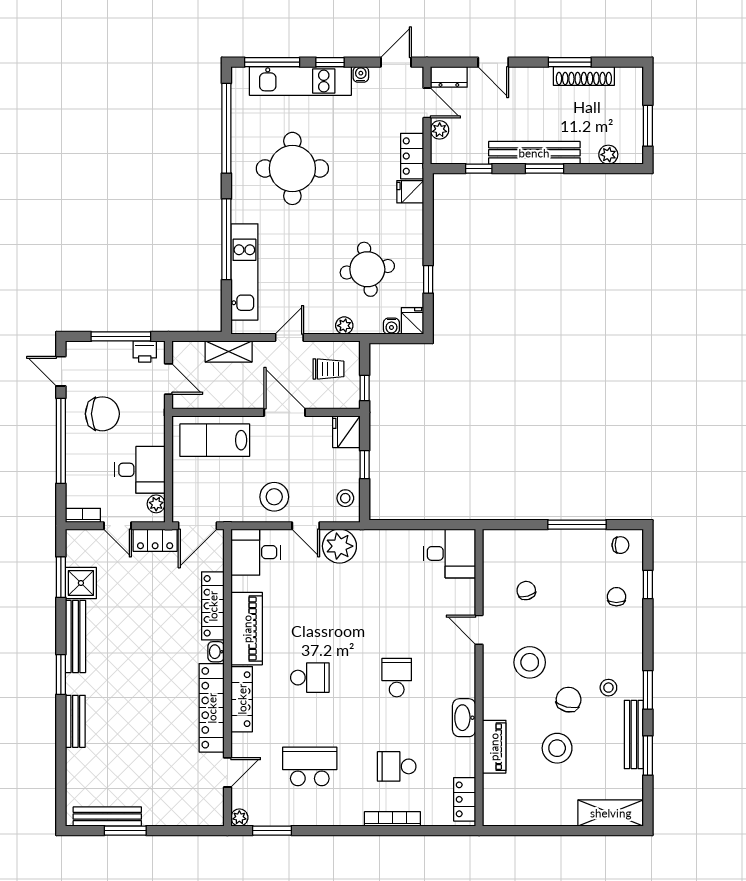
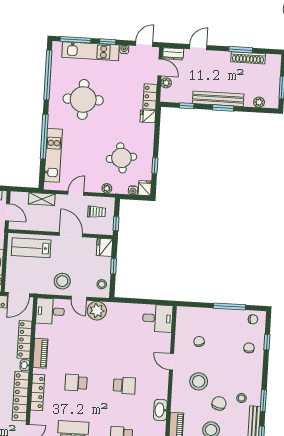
door: (493, 62) -> (198, 47), swing flipped
piano: (247, 629) -> (40, 353), width x0.73, depth x0.75
school desk: (310, 678) -> (76, 383), turned 180
school desk: (397, 678) -> (124, 386), turned 90

